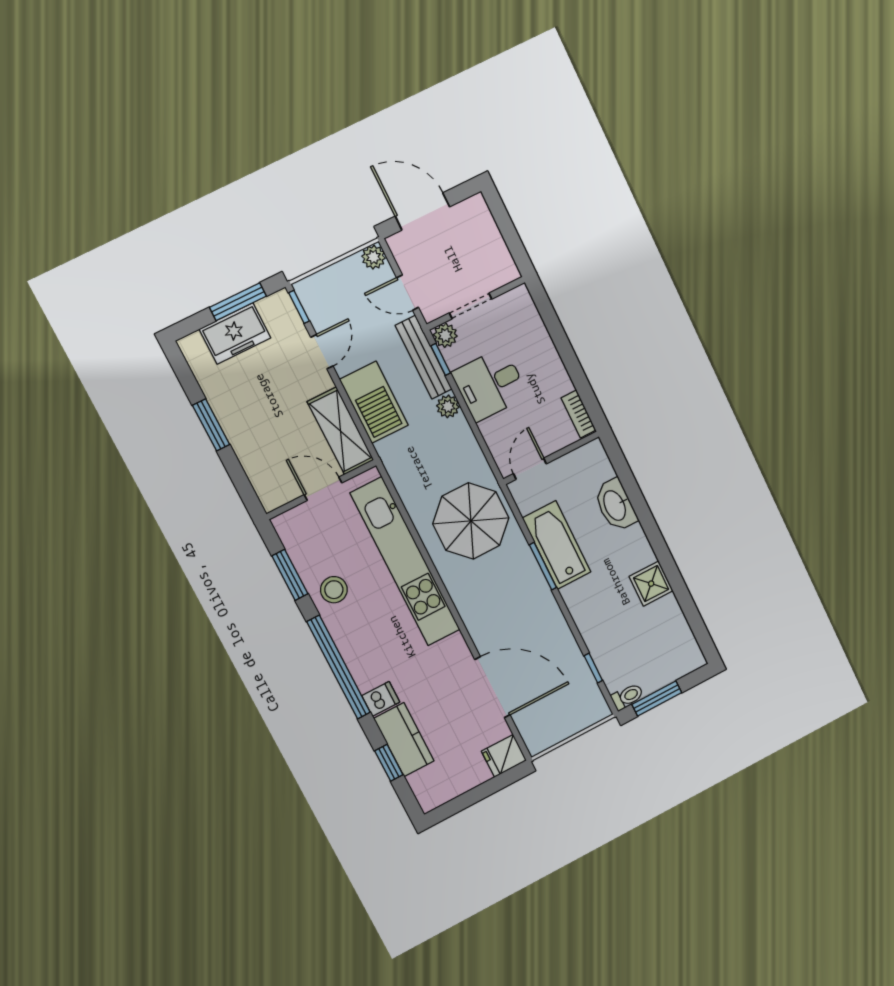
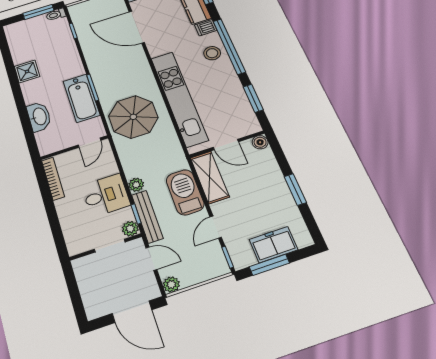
bookcase: (578, 414) -> (53, 179), width x1.56
boiler: (271, 499) -> (260, 142), added
stool: (334, 590) -> (212, 53), moved

